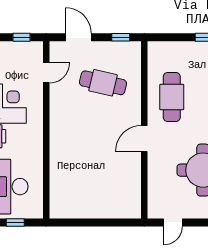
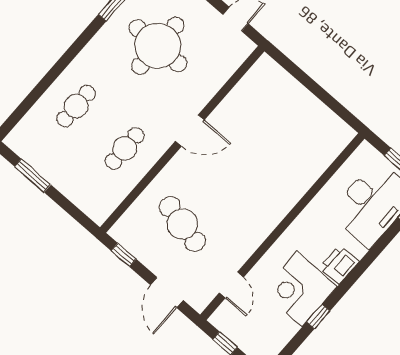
door: (46, 73) -> (231, 285), swing flipped
cafe table: (172, 97) -> (125, 148), width x0.73, depth x0.74

